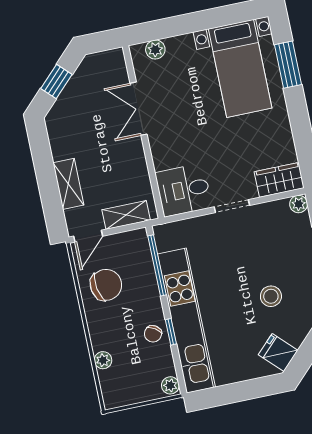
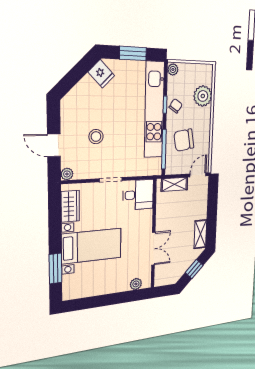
bed with nightstands: (240, 68) -> (92, 246), moved, turned 90
wardrobe: (279, 180) -> (70, 206), moved, turned -90
shelving: (68, 184) -> (200, 234), moved
chair: (106, 285) -> (184, 140), moved
stool: (271, 296) -> (96, 137), moved
plant: (103, 360) -> (203, 96), width x1.88, depth x1.88
window: (238, 392) -> (133, 53), added

